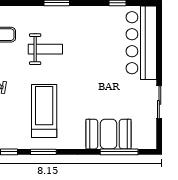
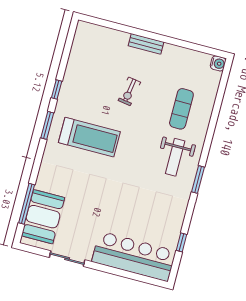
weight bench: (45, 49) -> (175, 157), moved
booth: (109, 134) -> (43, 217), moved

